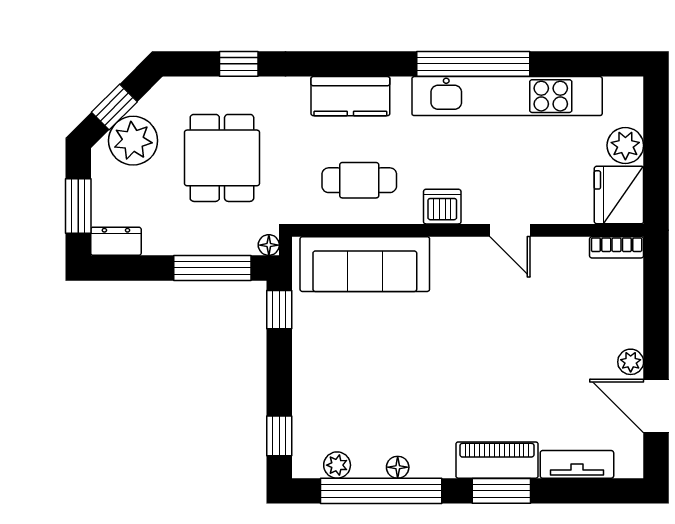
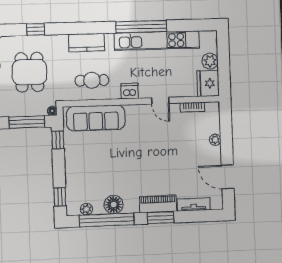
bookcase: (617, 247) -> (192, 107), moved
plant: (631, 362) -> (215, 140), moved
floor lamp: (398, 467) -> (114, 205), width x1.89, depth x1.89

